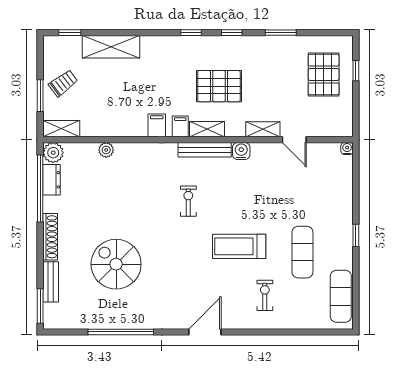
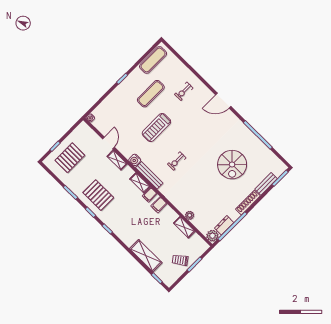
pallet: (219, 86) -> (98, 195), moved
shelving: (61, 129) -> (184, 227), moved
treadmill: (239, 246) -> (156, 127), moved, turned 90

